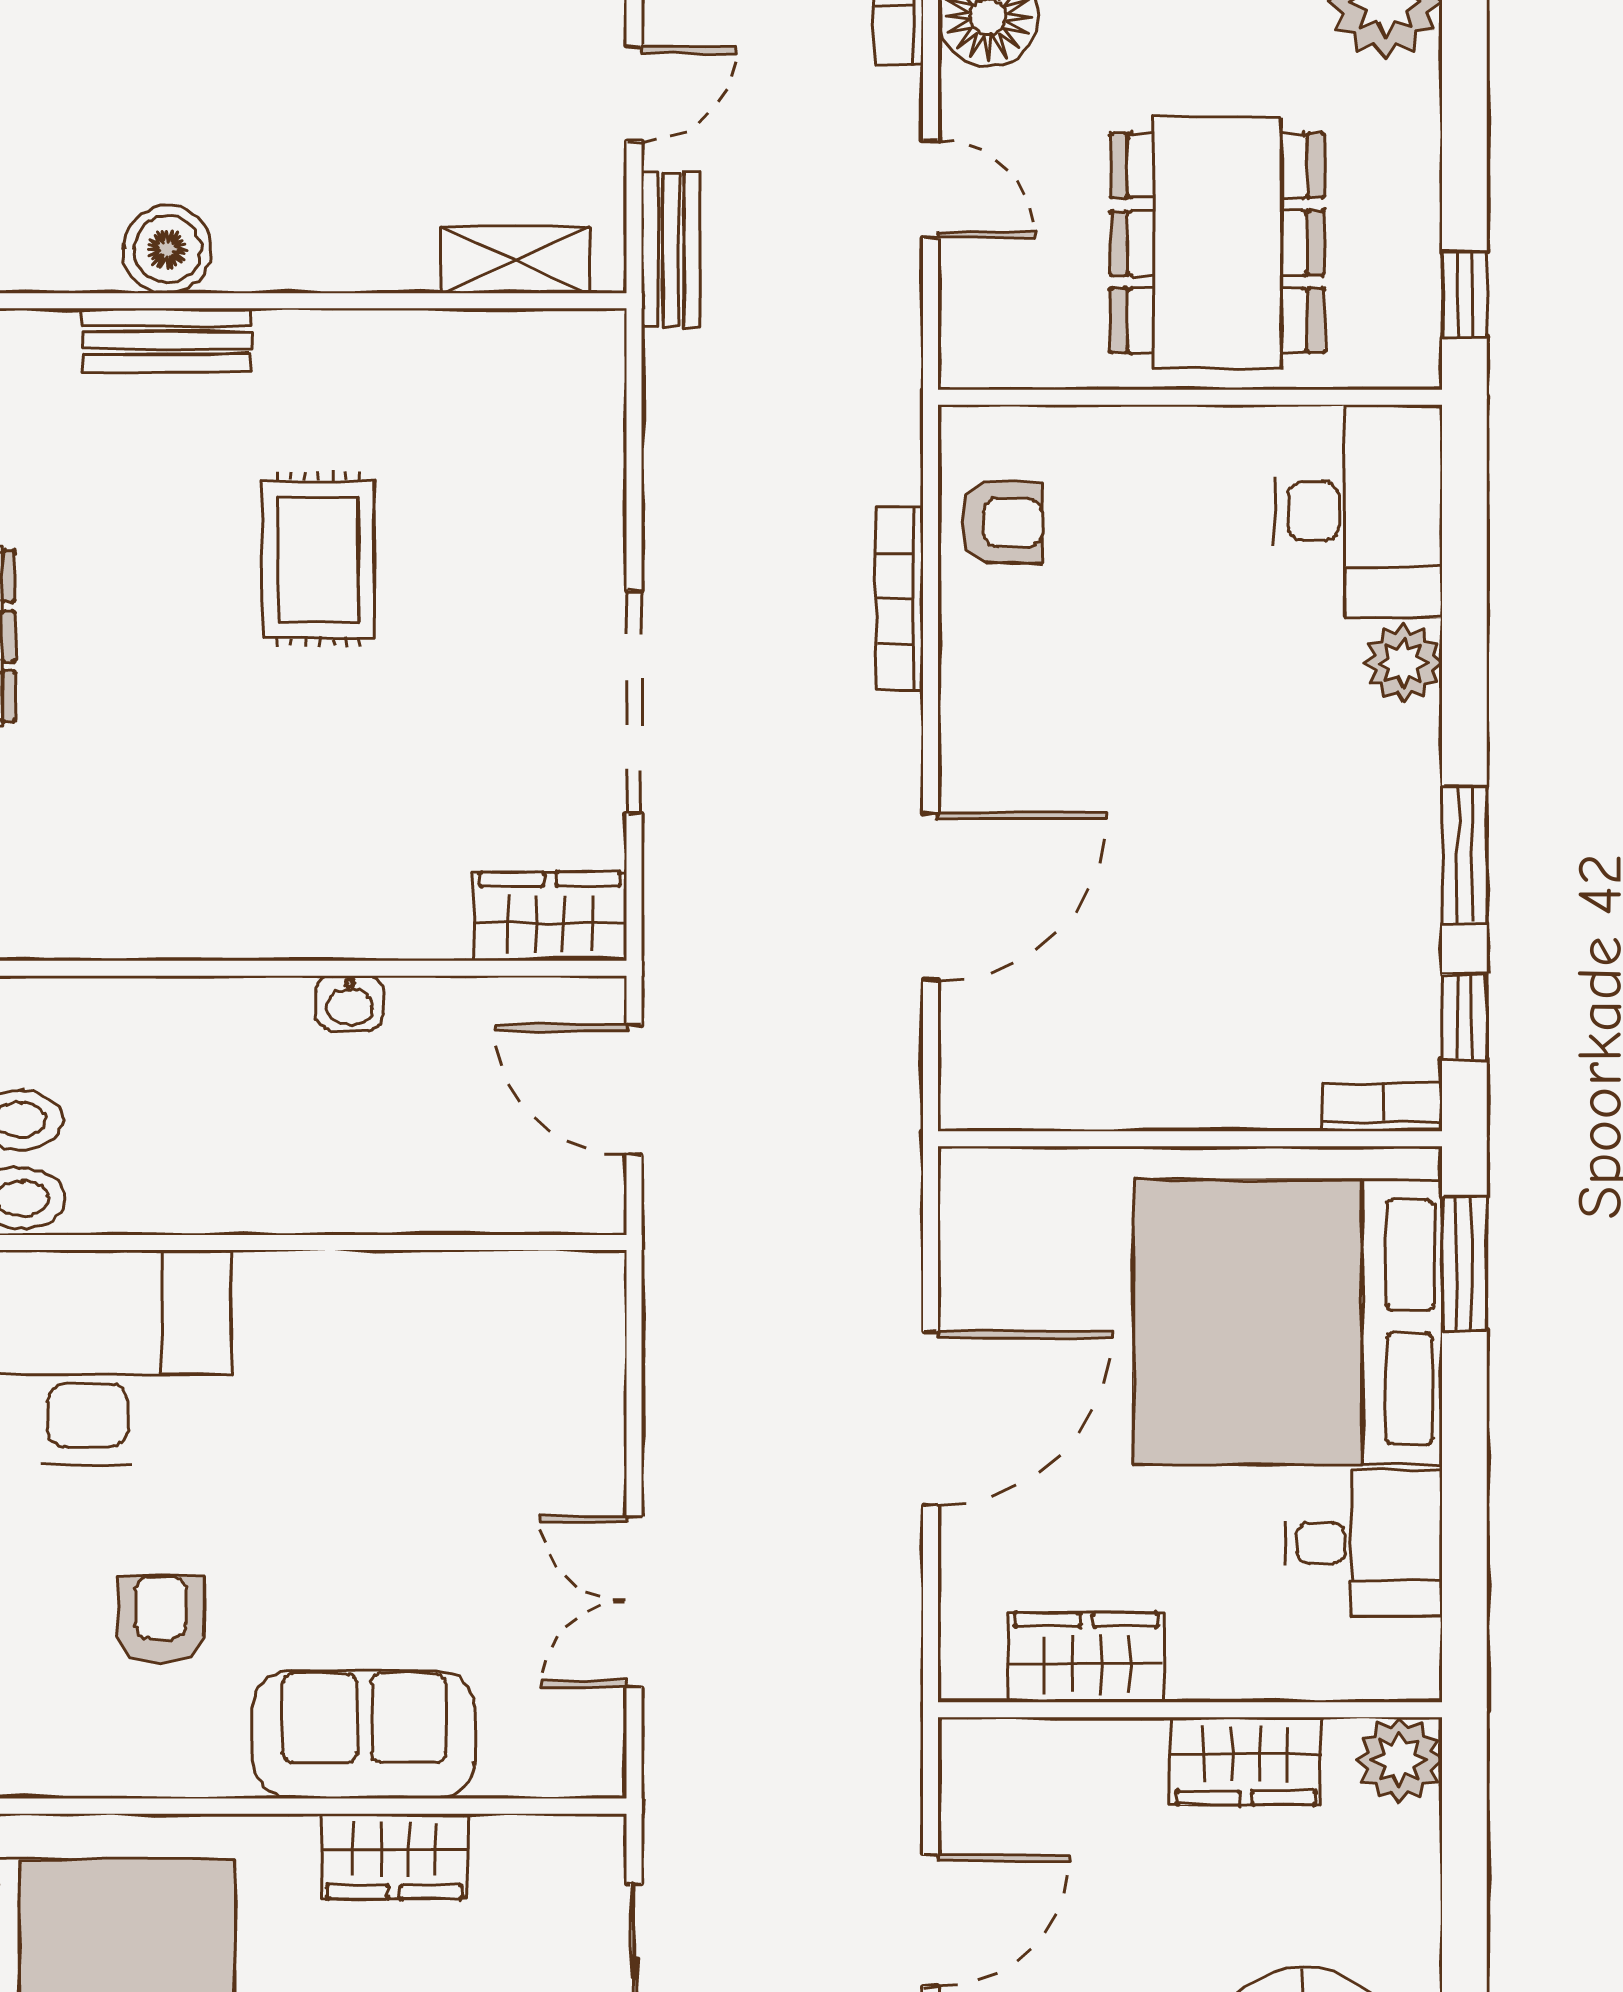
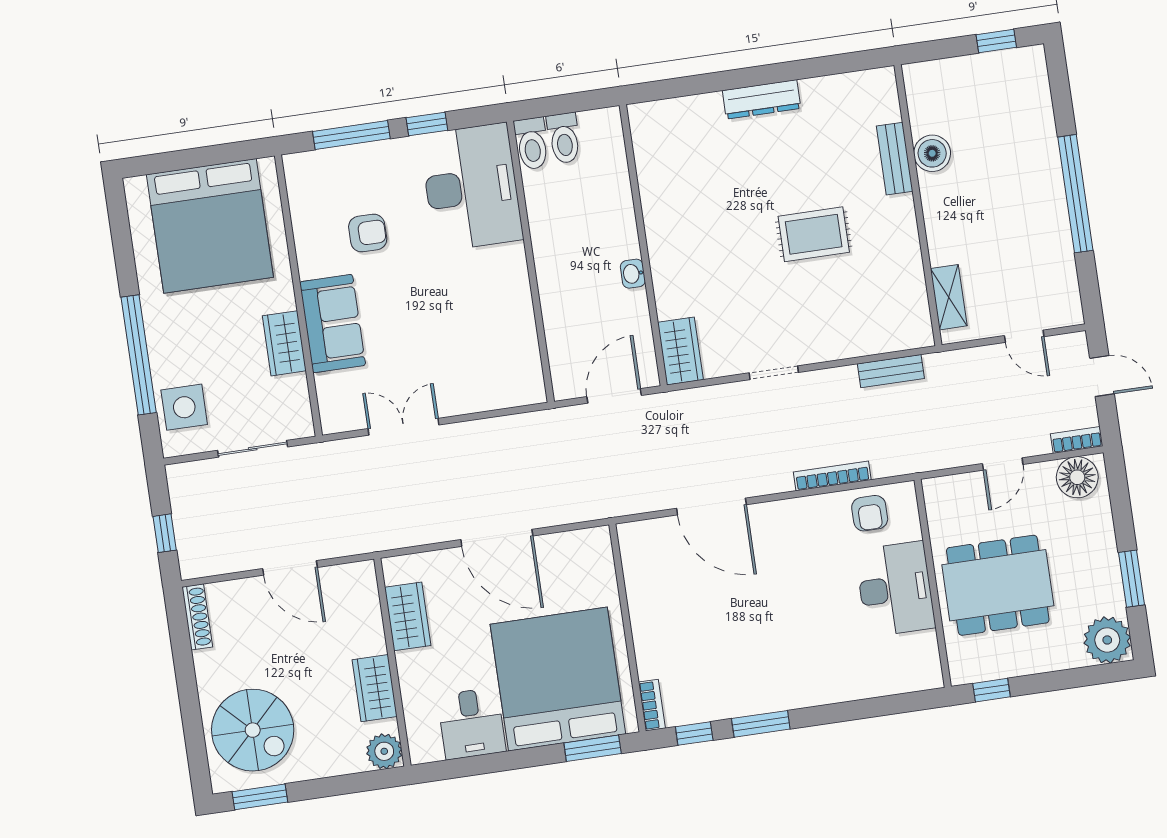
bench: (671, 250) -> (891, 371), moved
desk: (1359, 511) -> (895, 589), moved, turned -90
plant: (1403, 663) -> (836, 687), removed
doorway: (634, 702) -> (774, 373), width x0.53

